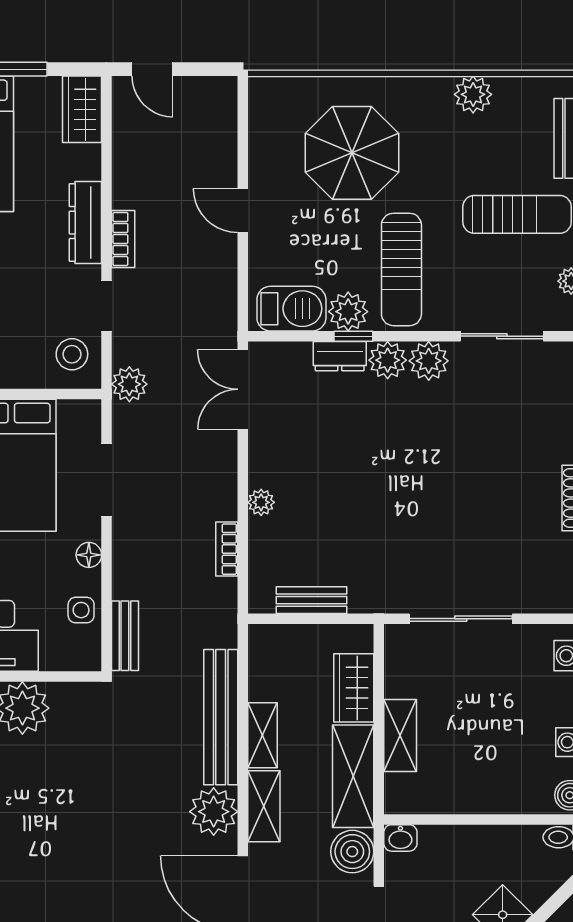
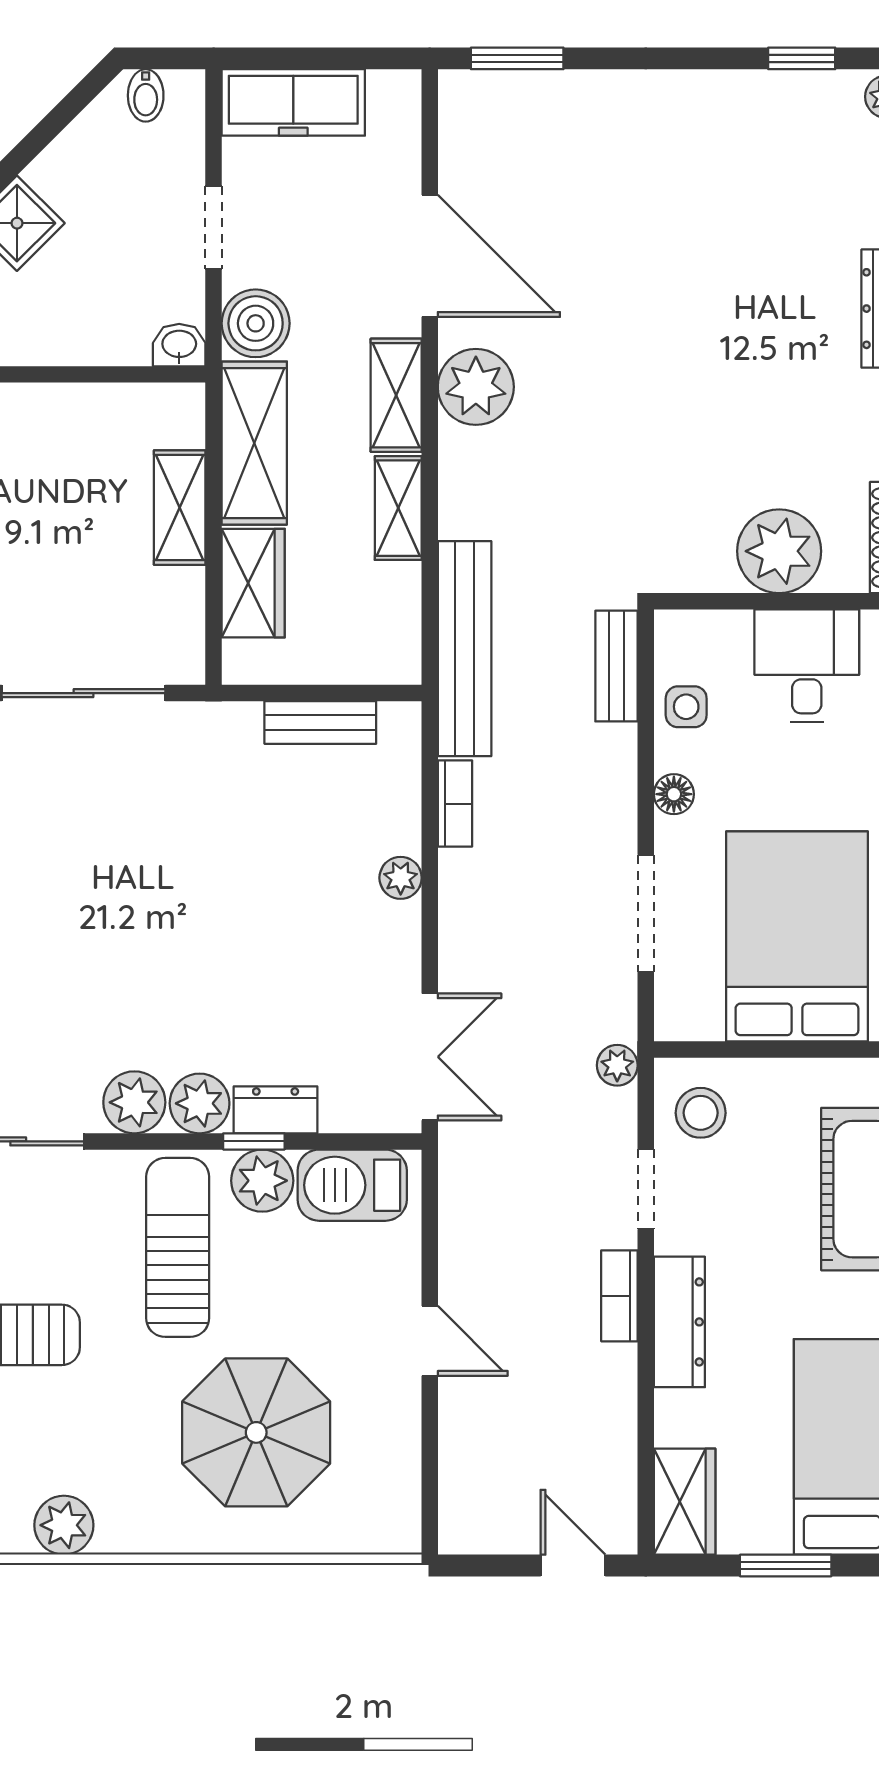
plant: (129, 384) -> (617, 1065), width x0.73, depth x0.73
bench: (221, 717) -> (465, 649), moved

